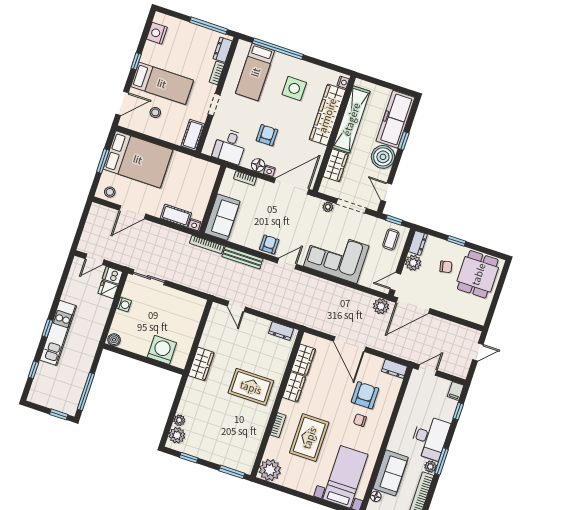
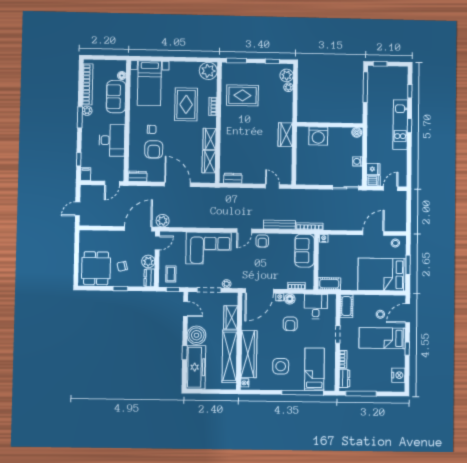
cot: (176, 216) -> (329, 284), moved
rug: (251, 387) -> (242, 95), moved
desk: (430, 438) -> (112, 140), moved, turned 180

